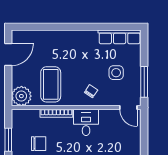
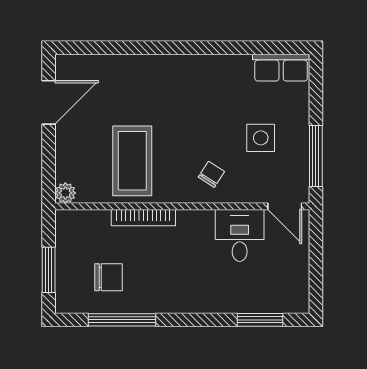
row of seats: (120, 37) -> (281, 68), width x0.68
plant: (21, 96) -> (65, 193), width x0.53, depth x0.53
desk: (86, 122) -> (240, 235), moved

